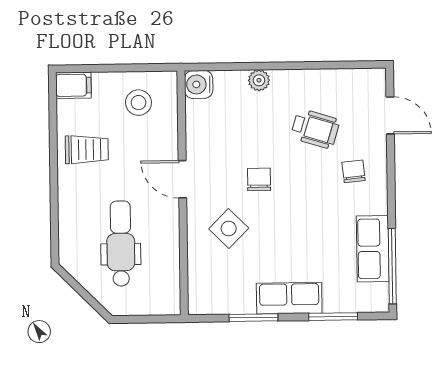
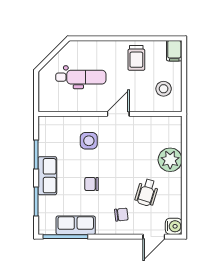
plant: (259, 80) -> (170, 160), width x1.88, depth x1.88
water cooler: (199, 84) -> (174, 226), moved, turned 90
chair: (259, 179) -> (92, 184), moved, turned 180
side table: (229, 228) -> (89, 141), turned 45

